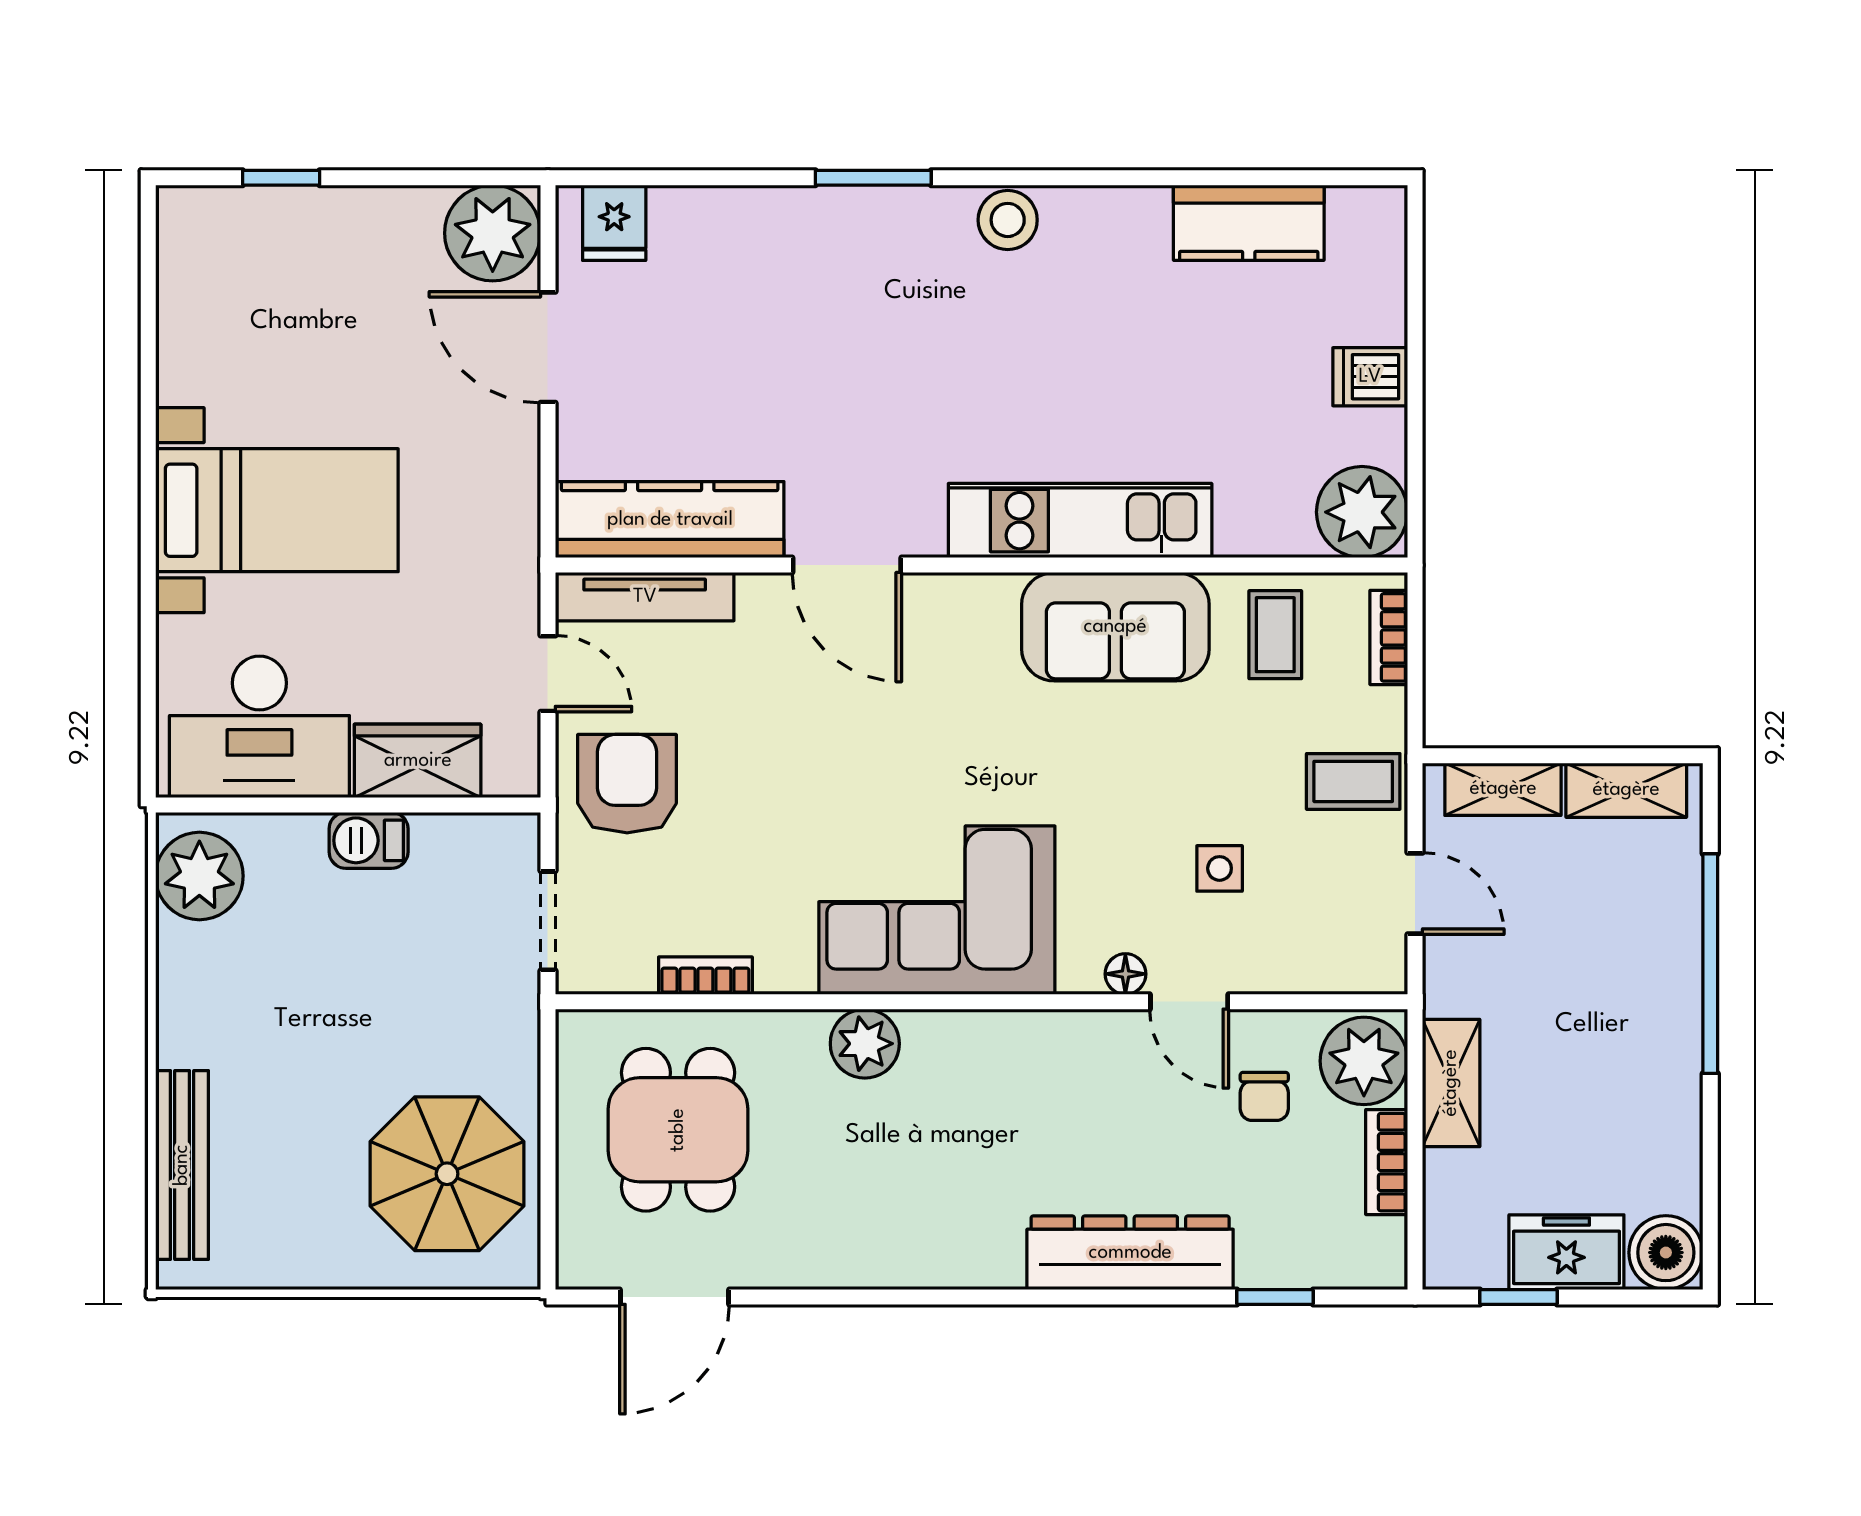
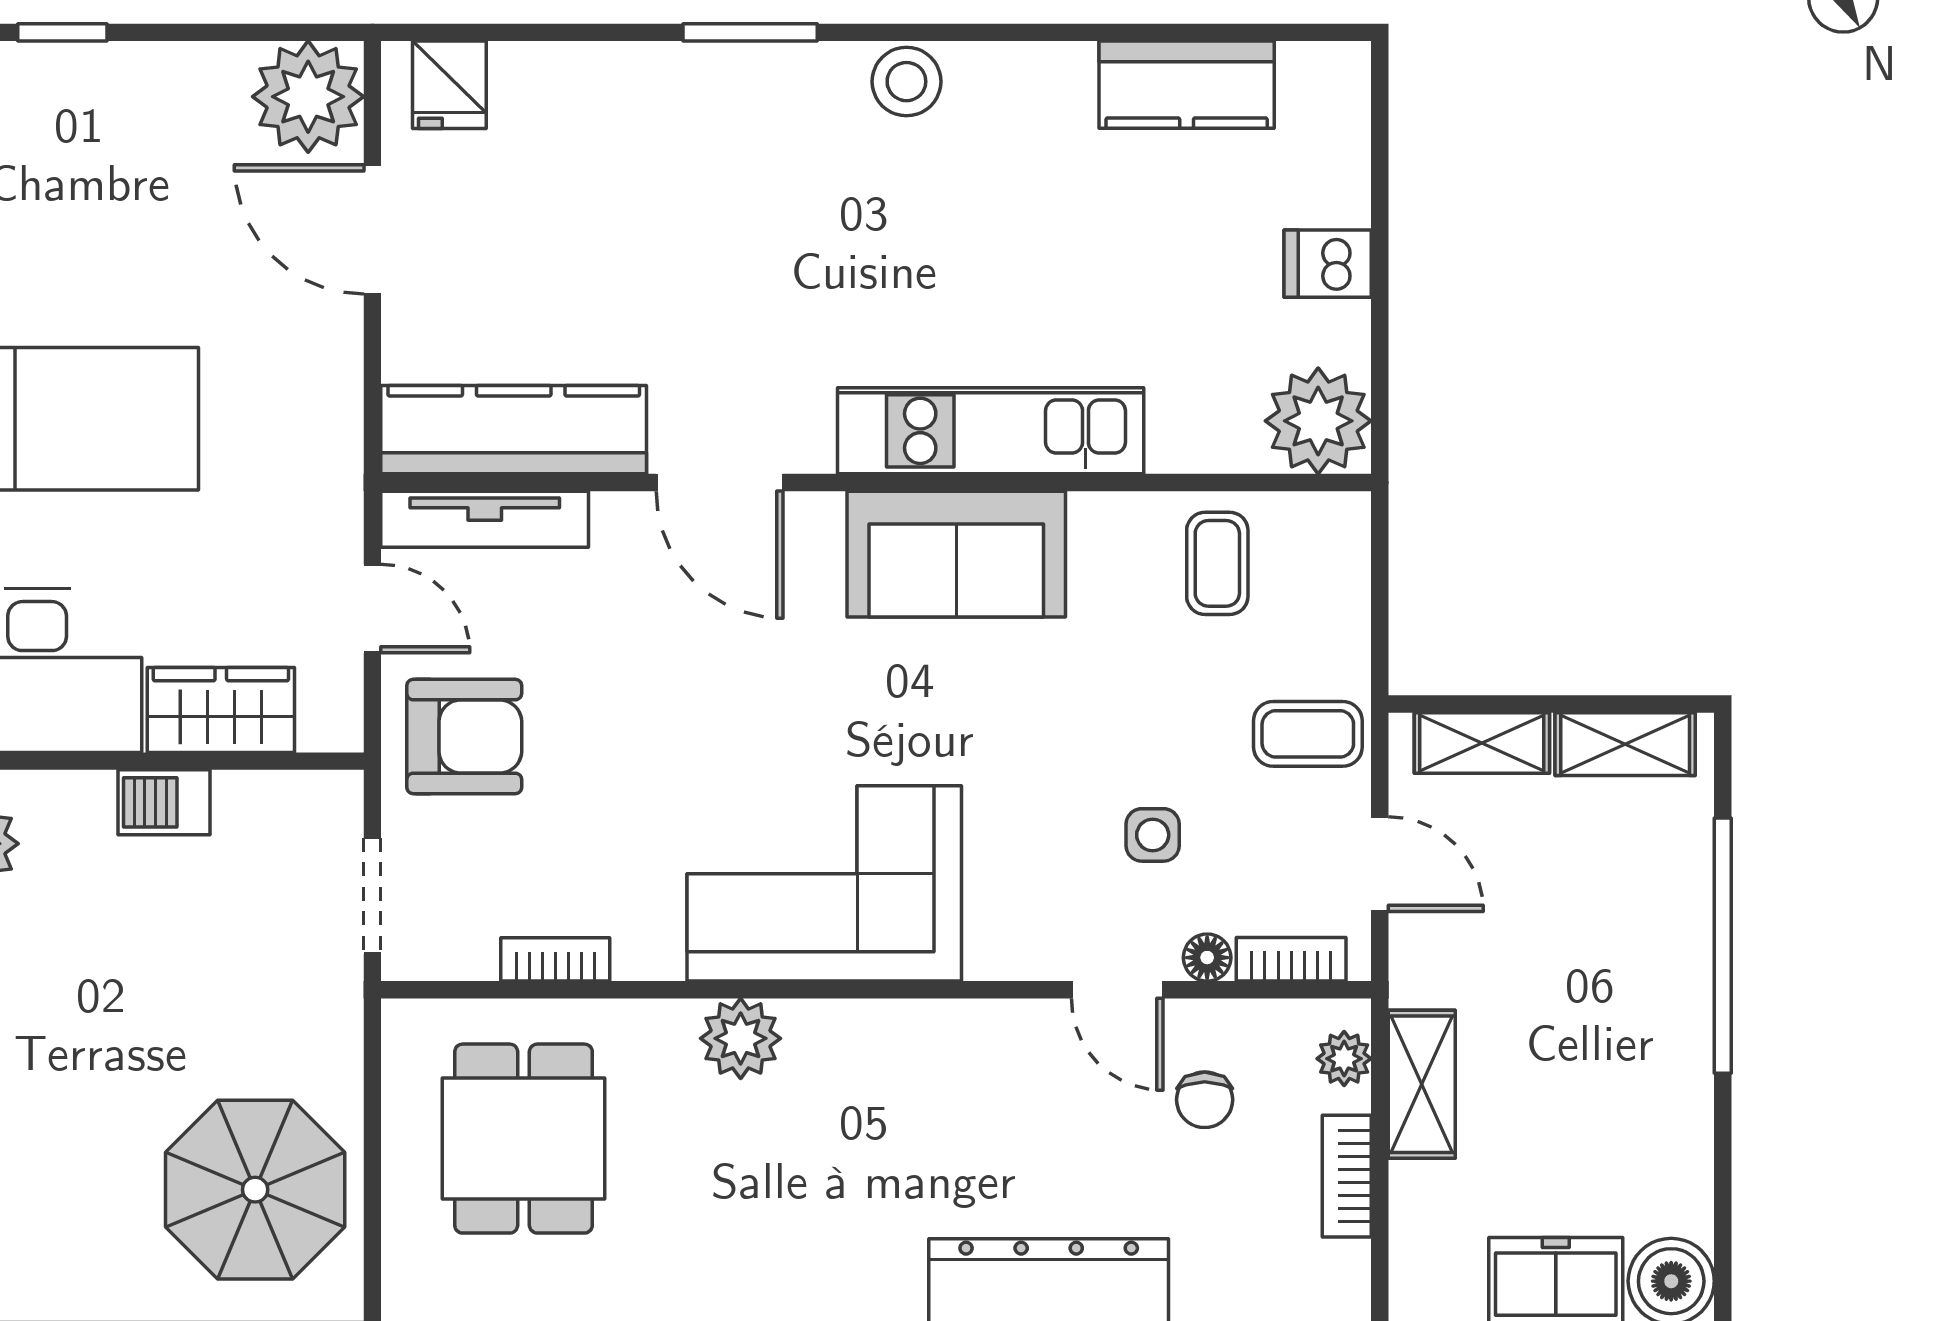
sofa: (1115, 627) -> (956, 554), moved
bookcase: (1389, 637) -> (1291, 959), moved, turned 90
armchair: (627, 784) -> (464, 736), turned 90
floor lamp: (1125, 974) -> (1207, 958), moved
plant: (1364, 1061) -> (1344, 1059), width x0.53, depth x0.53

